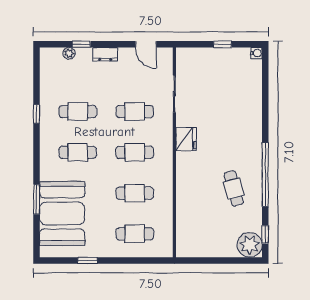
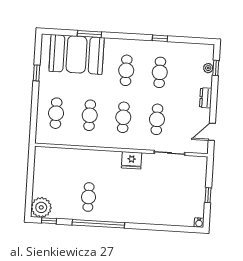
window: (81, 44) -> (216, 68), moved
cafe table: (234, 188) -> (89, 197), turned -75

